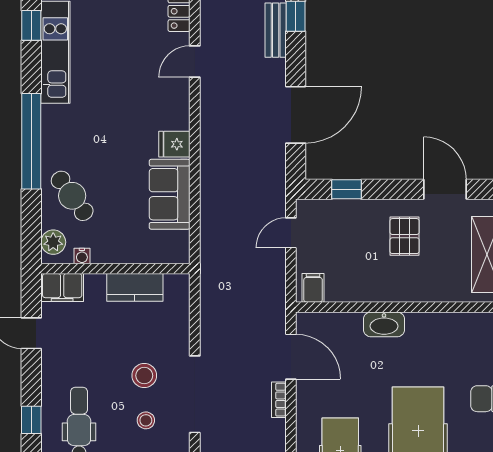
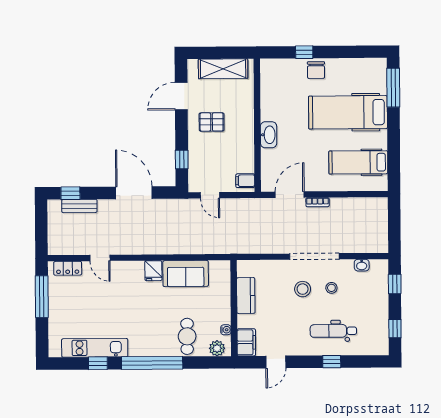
window: (31, 25) -> (98, 363), moved
cafe table: (72, 196) -> (187, 336), turned -54

